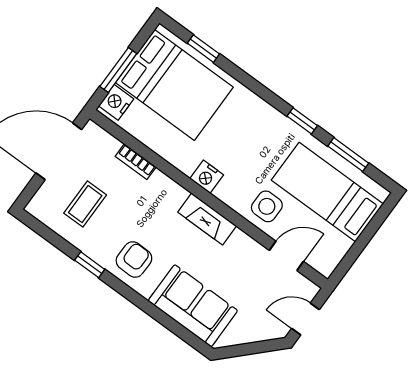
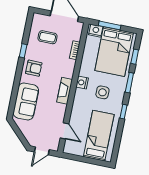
window: (348, 155) -> (129, 83), moved
side table: (267, 206) -> (102, 92), moved
door: (305, 319) -> (42, 151), swing flipped

